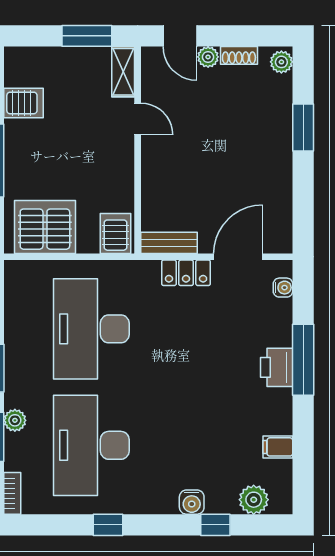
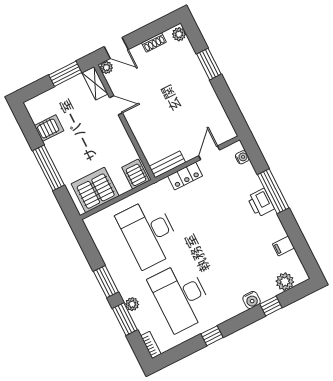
plant: (208, 57) -> (106, 67), moved
door: (238, 257) -> (209, 153), width x0.73

